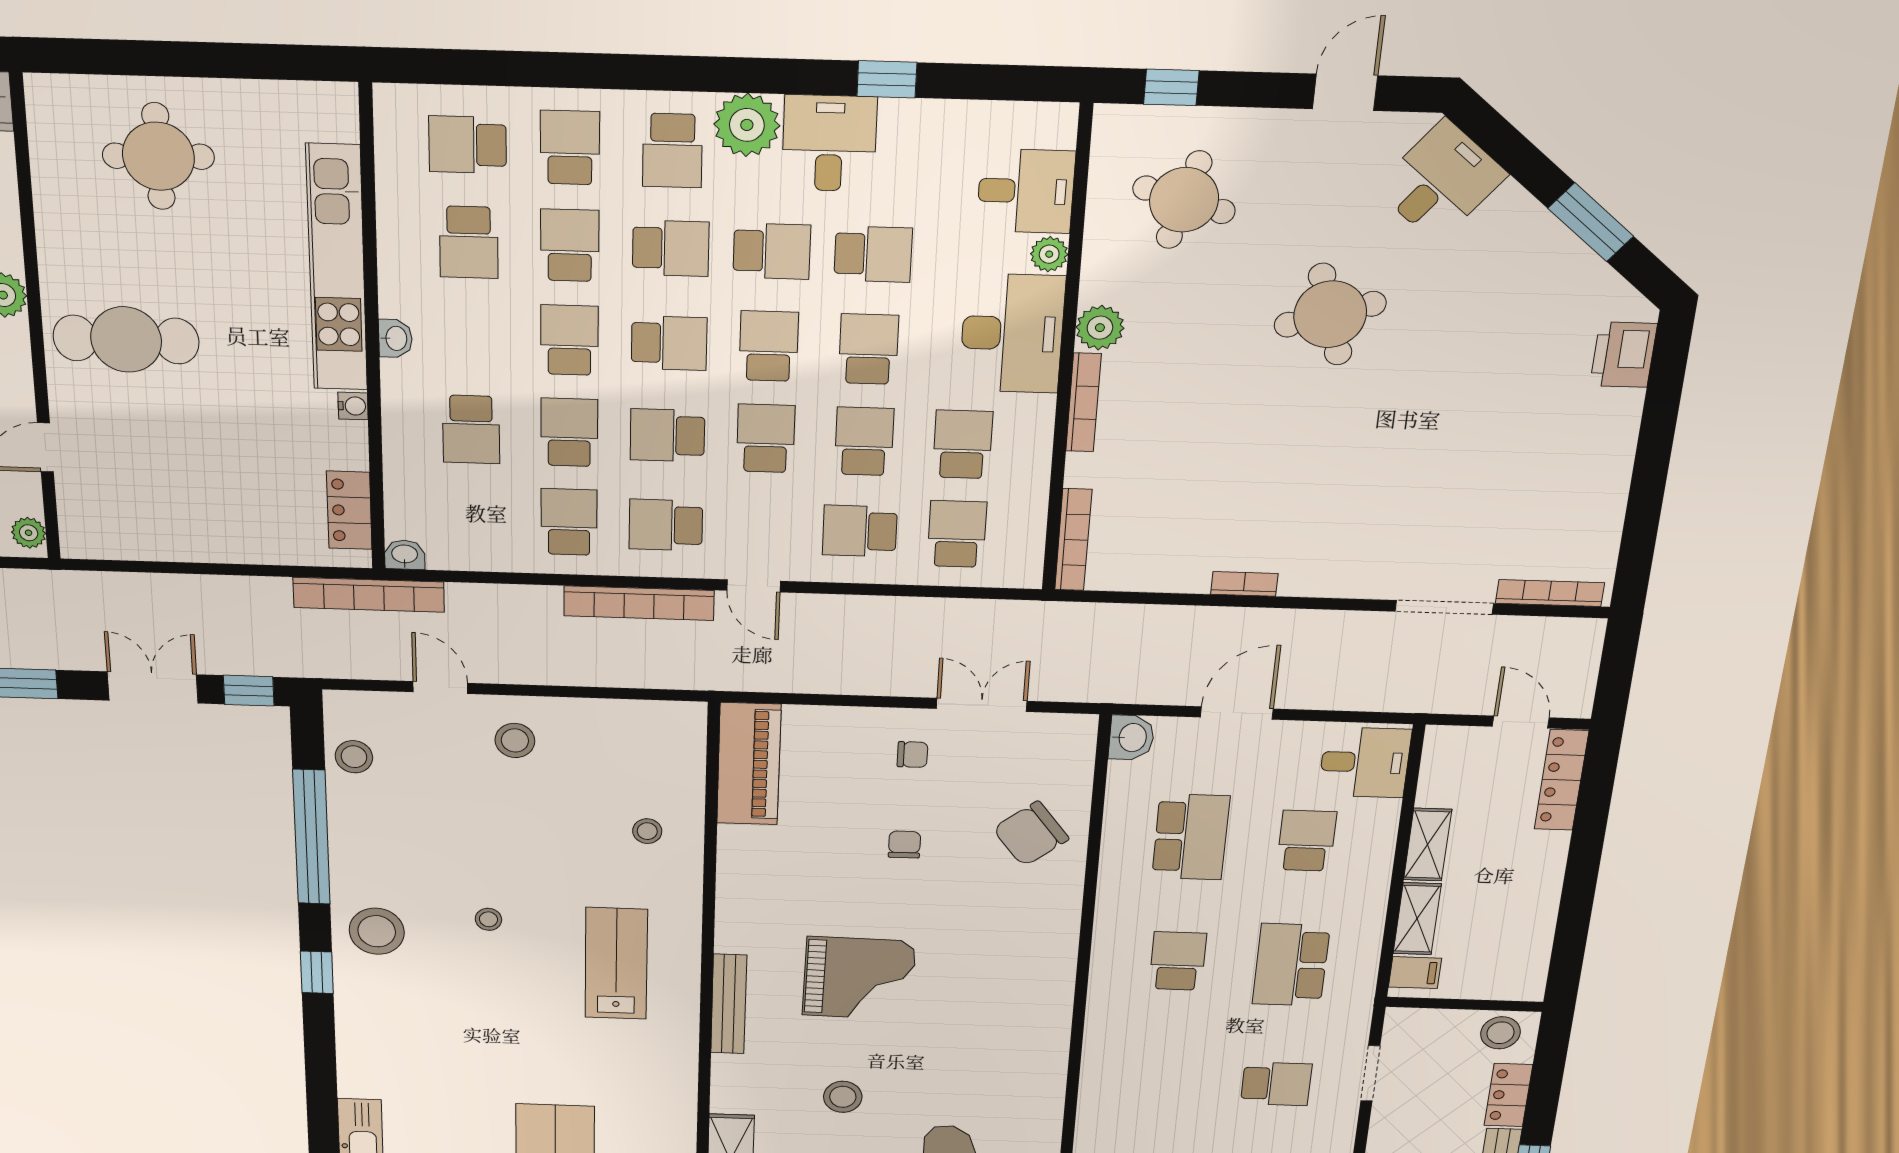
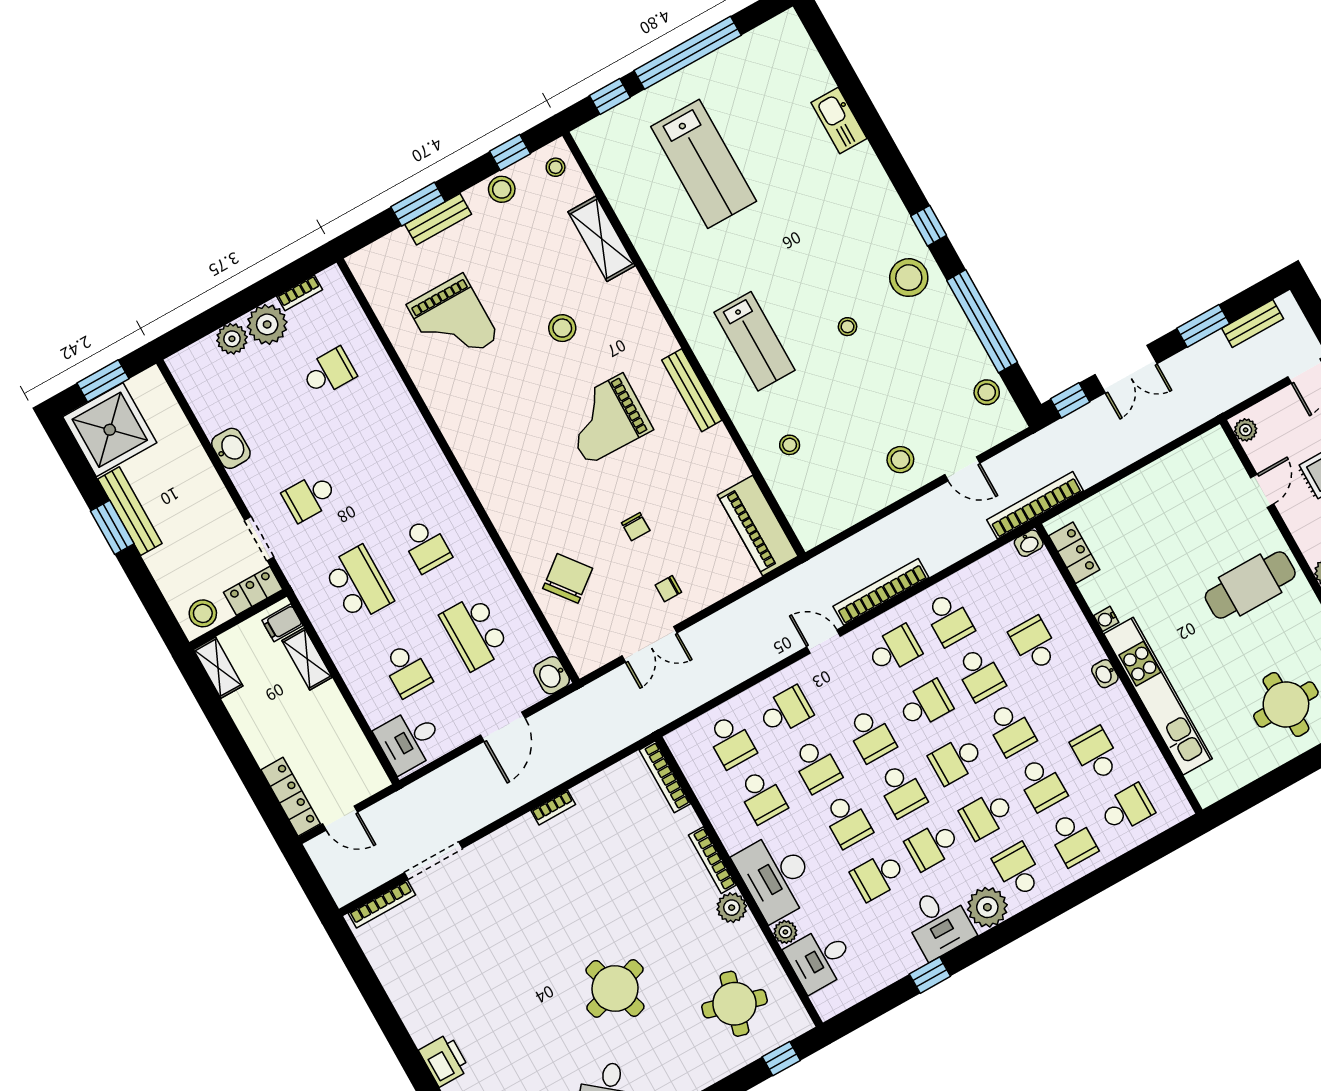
shelving: (1428, 845) -> (218, 668), moved
bench: (729, 1004) -> (692, 390), moved
locker: (1508, 1095) -> (253, 591), moved, turned -90

